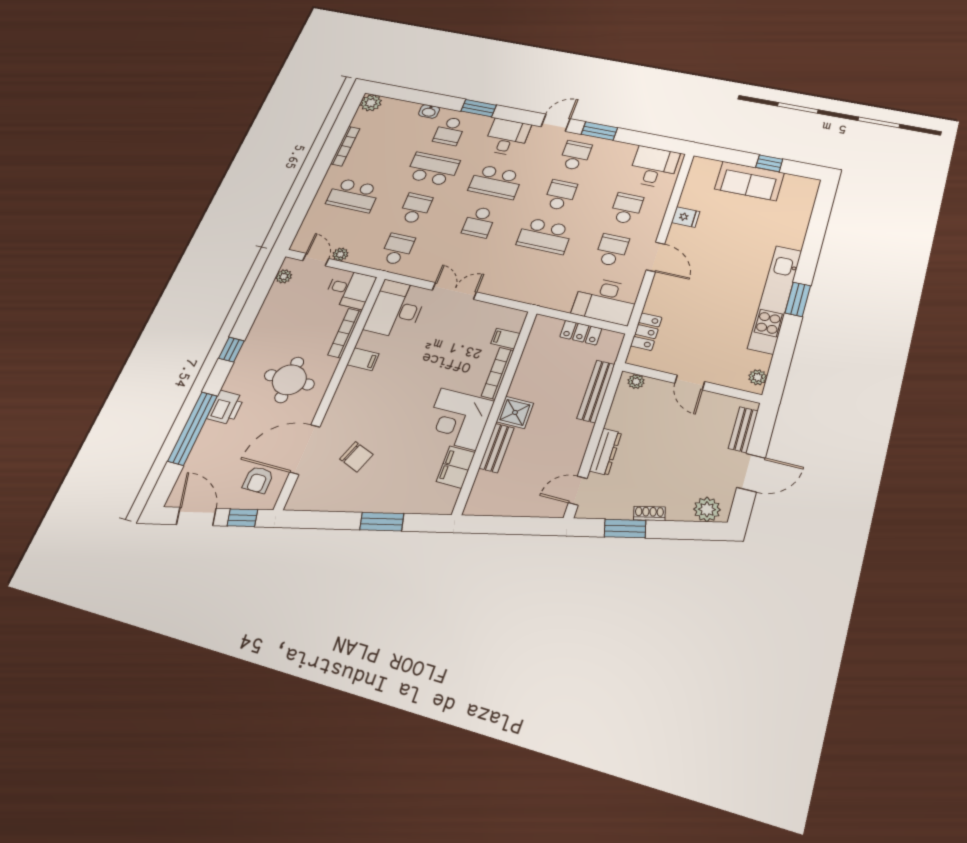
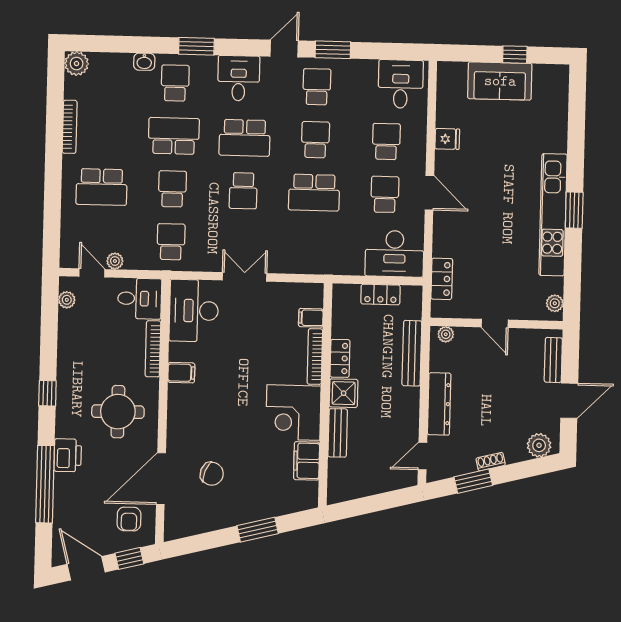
school desk: (450, 131) -> (175, 83), turned 180
locker: (522, 380) -> (340, 358), added
dresser: (605, 452) -> (439, 404), width x1.37, depth x1.24

